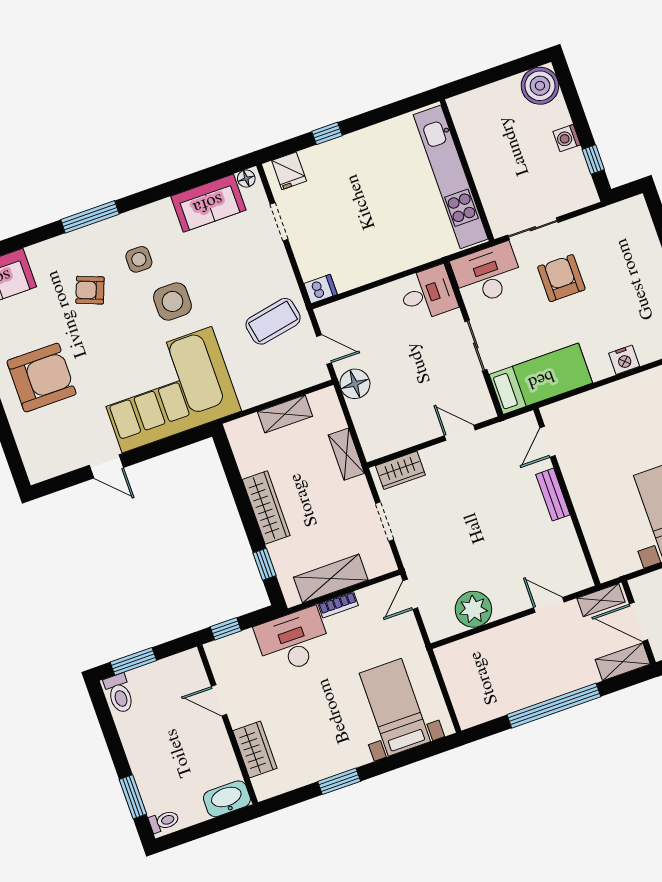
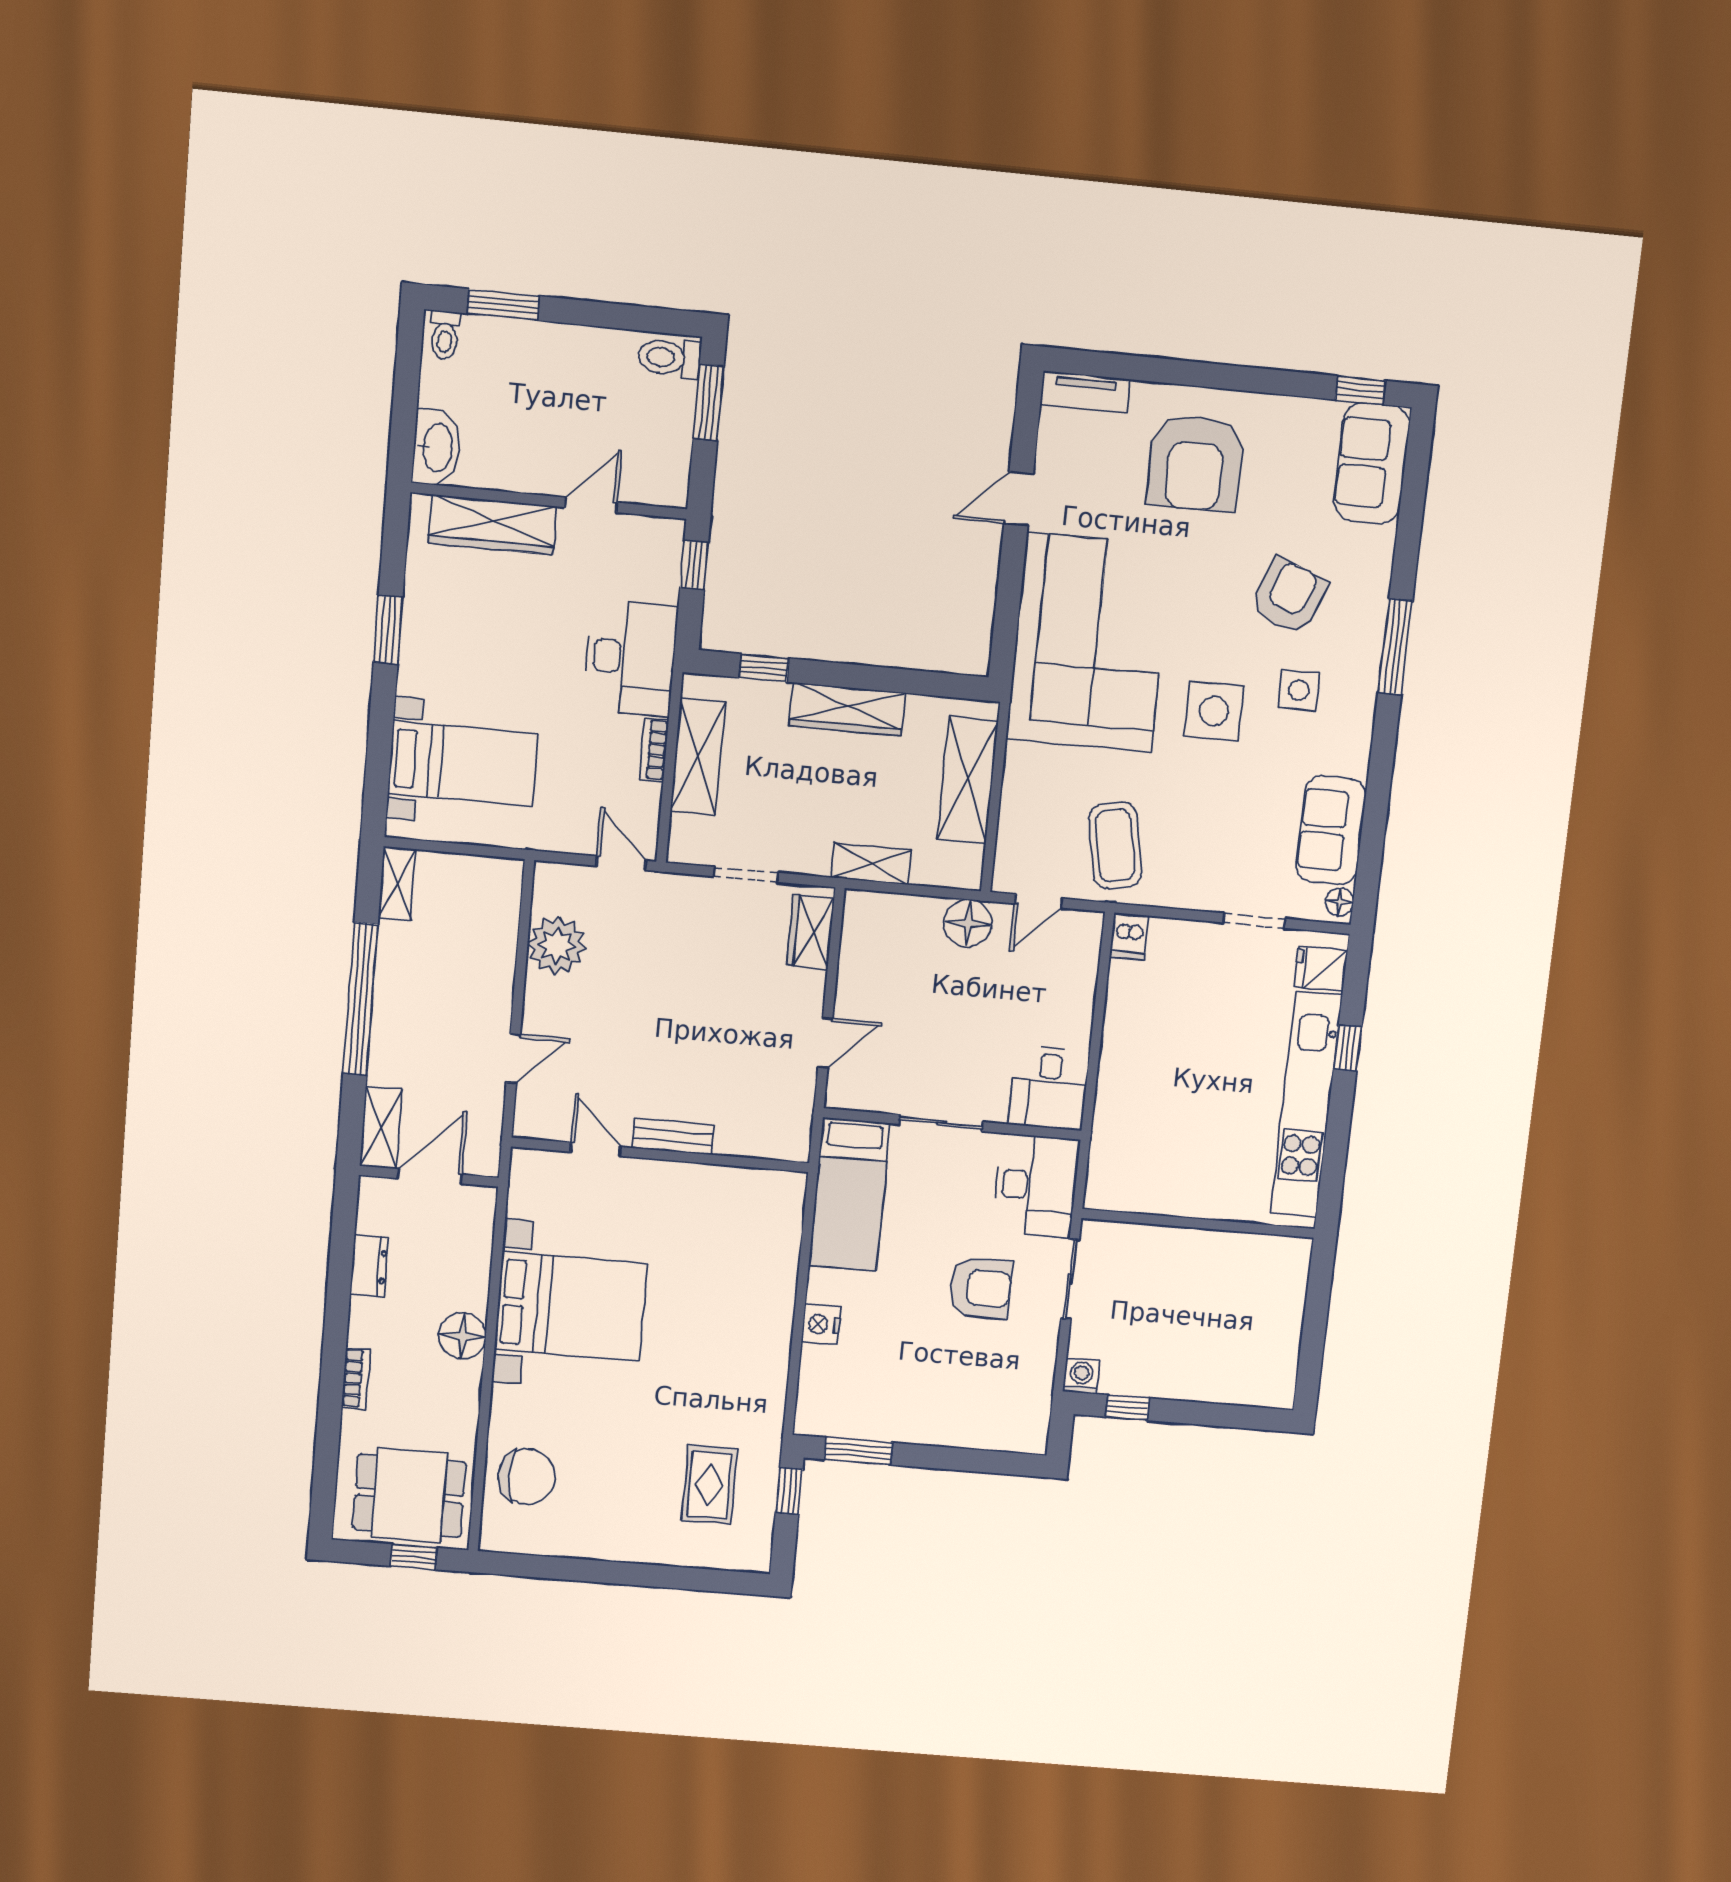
boiler: (540, 86) -> (1268, 1380), removed
washing machine: (567, 138) -> (1081, 1376), moved
kitchen unit: (451, 177) -> (1306, 1104), moved, turned -90
armchair: (90, 290) -> (1289, 596), width x1.38, depth x1.38
shelving: (285, 414) -> (968, 780), width x1.50, depth x1.33
door: (547, 442) -> (596, 1149), moved
tv unit: (31, 457) -> (1085, 392), added
shelving: (601, 600) -> (397, 883), moved
wardrobe: (255, 750) -> (493, 525), width x1.50

